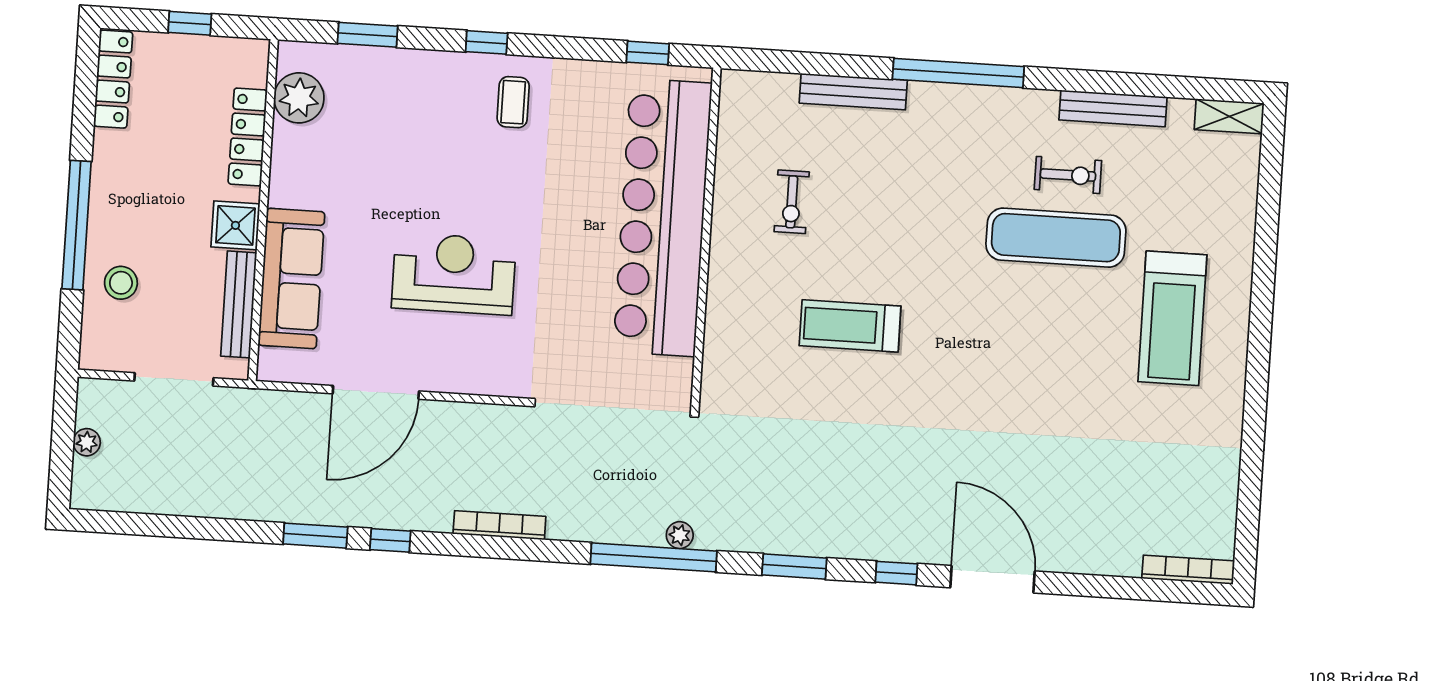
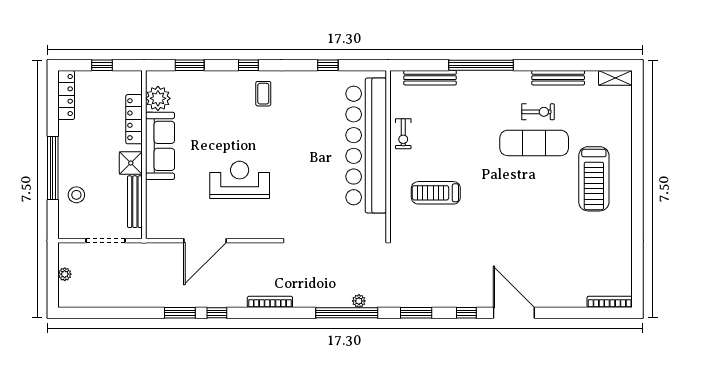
bar counter: (663, 217) -> (366, 145), moved
wall: (706, 239) -> (388, 155), moved
sofa: (291, 278) -> (160, 146), moved

